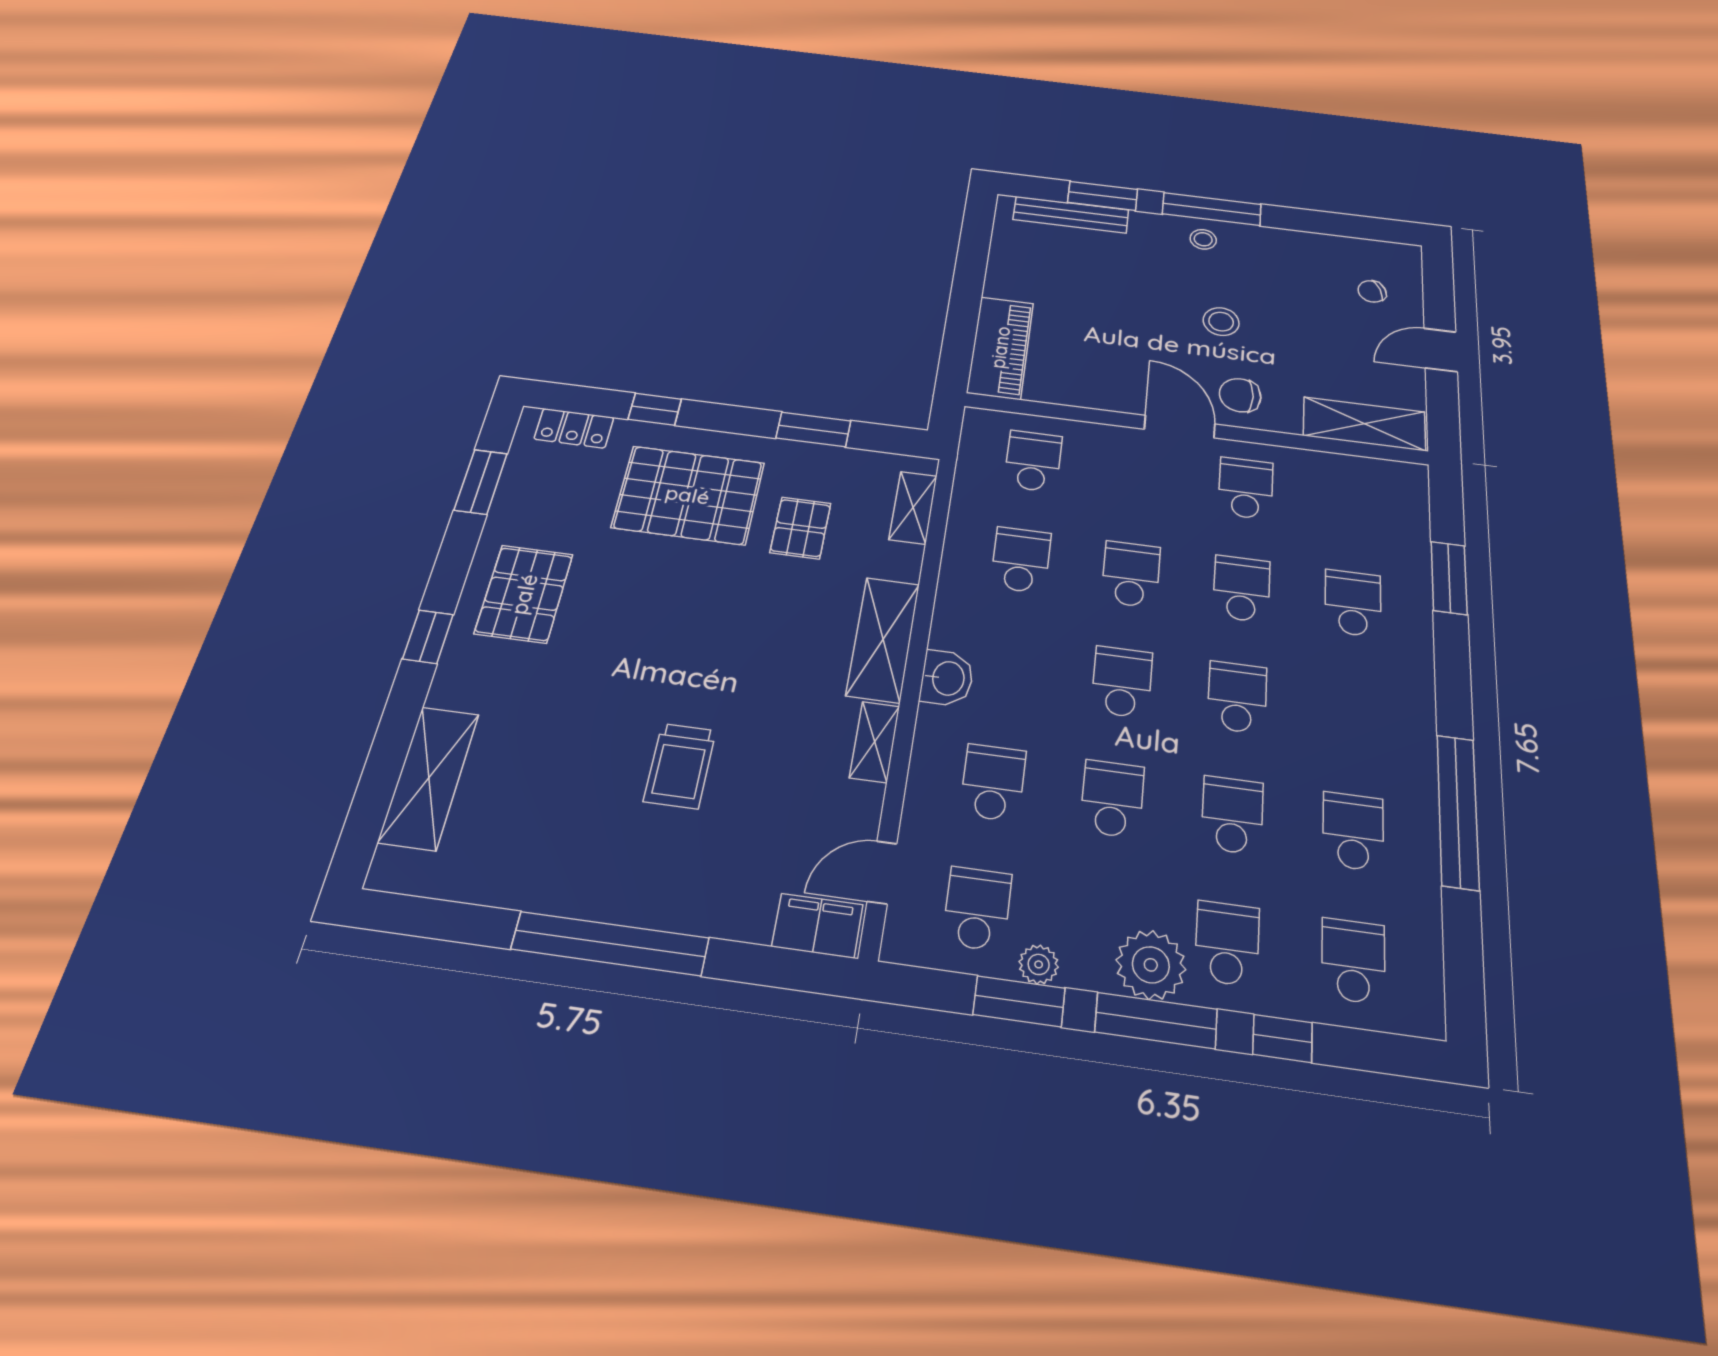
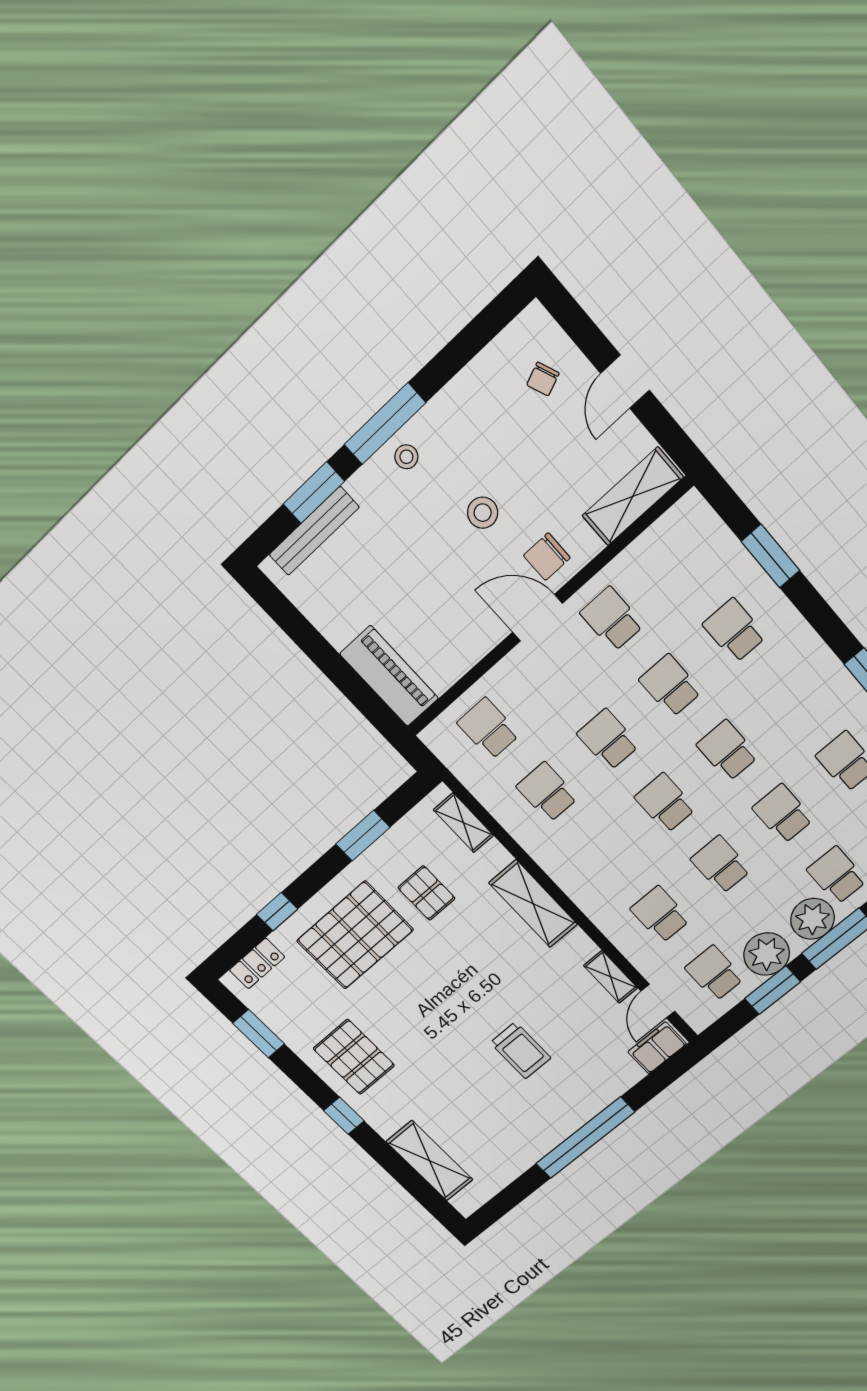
washbasin: (947, 678) -> (584, 890), removed
shelving: (875, 742) -> (611, 977), moved
plant: (1039, 964) -> (767, 954), width x1.87, depth x1.87

